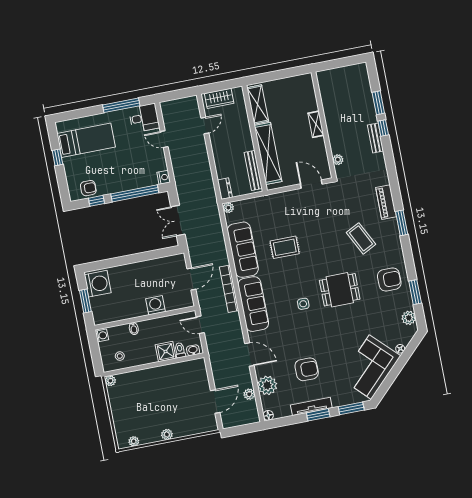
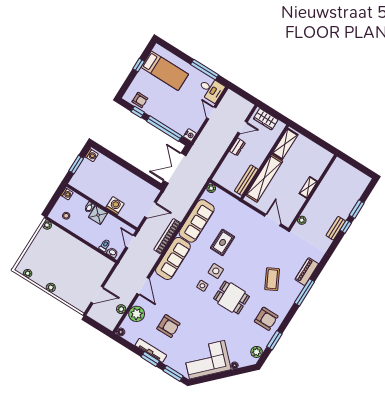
dresser: (225, 189) -> (237, 147), moved
double door: (178, 221) -> (175, 168), width x1.37
window: (402, 223) -> (304, 292), width x1.44
rug: (285, 247) -> (223, 242), turned 90
side table: (303, 279) -> (216, 271), added
washing machine: (98, 284) -> (92, 155), width x0.53, depth x0.53
shower: (166, 352) -> (98, 215), moved

